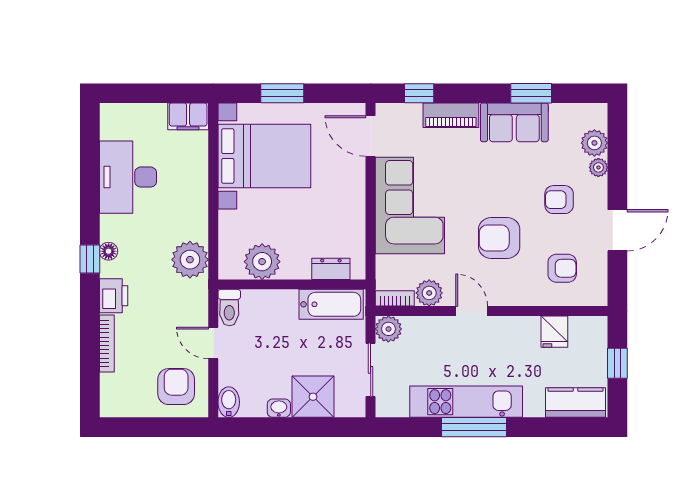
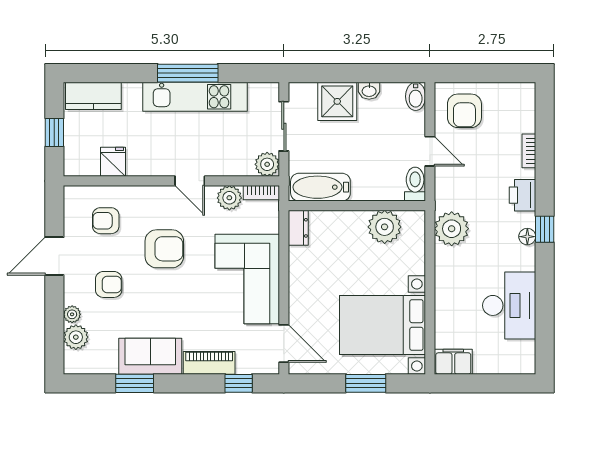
dresser: (331, 269) -> (298, 228), moved, turned -90
bookcase: (107, 343) -> (529, 151), width x0.64

